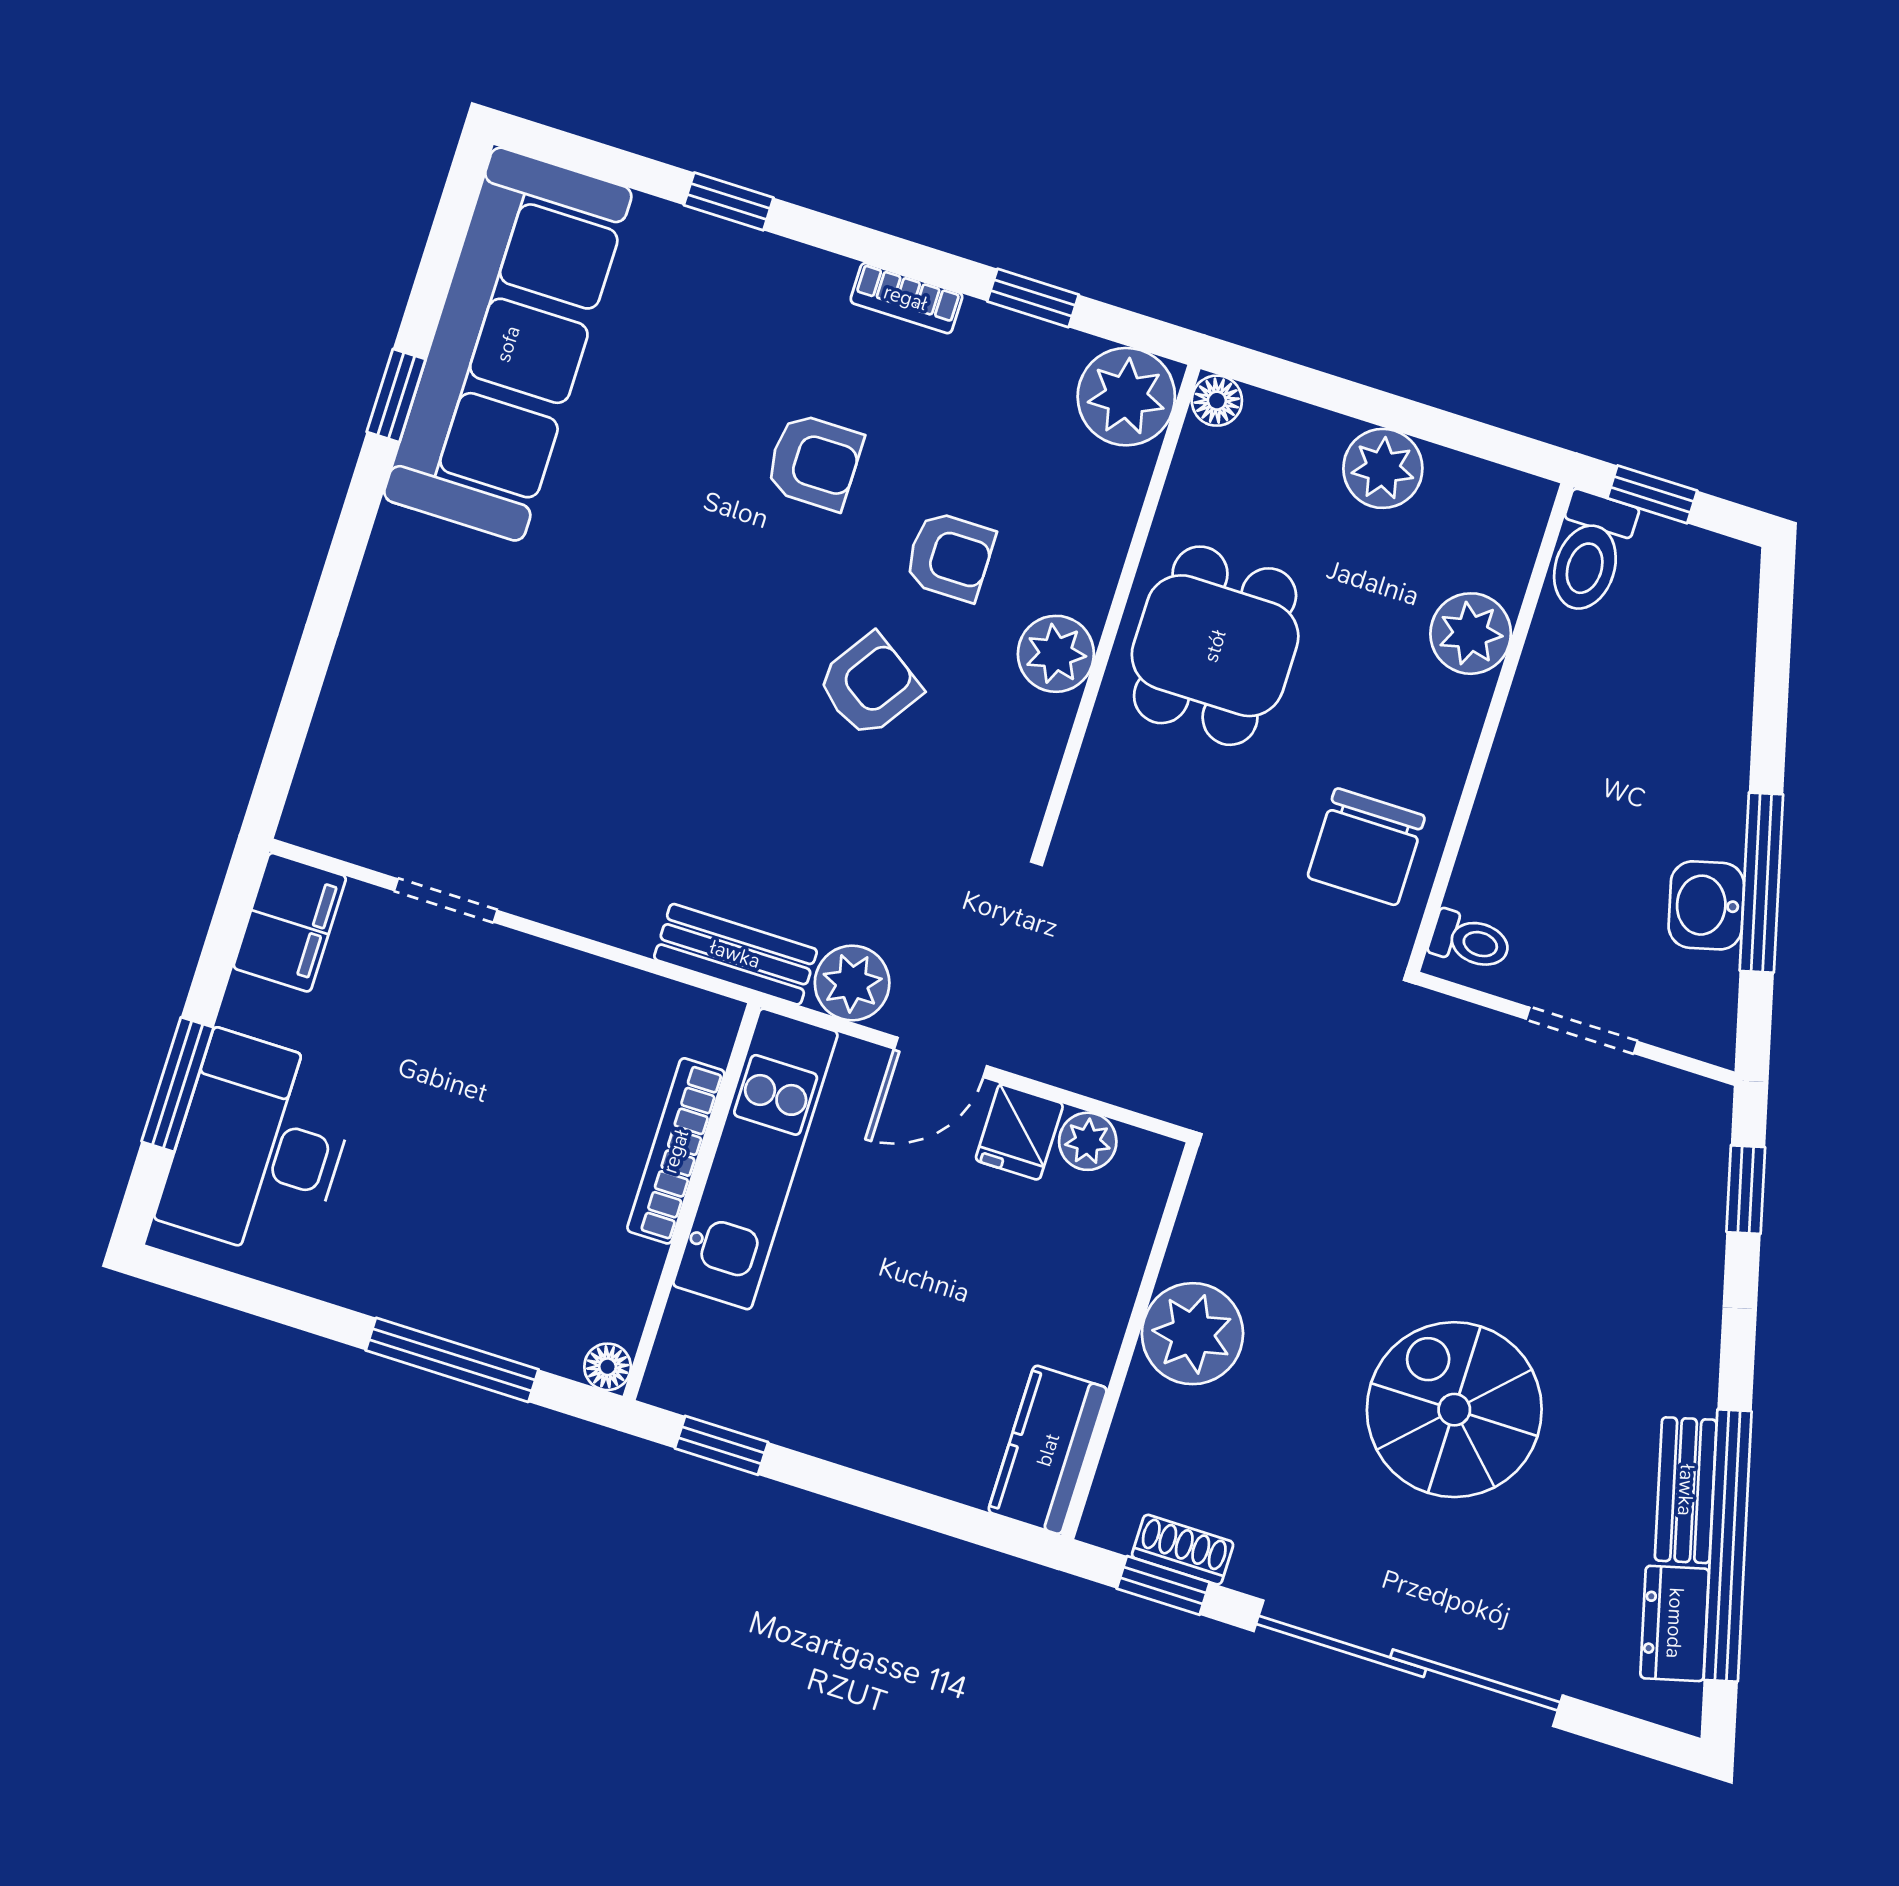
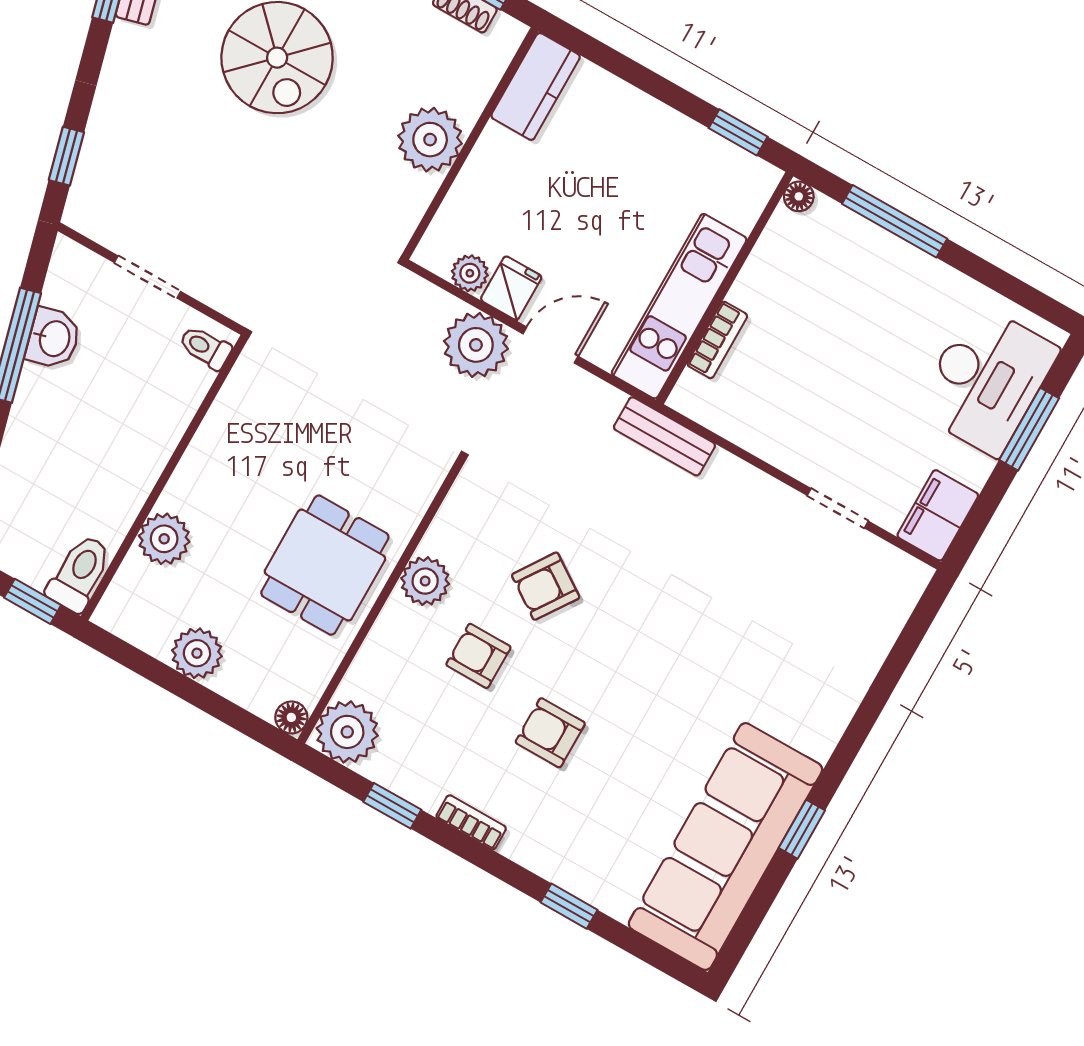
chair: (1366, 847) -> (257, 420), removed
plant: (852, 983) -> (476, 345), moved, width x1.36, depth x1.36
bookcase: (676, 1151) -> (717, 340), width x0.64

